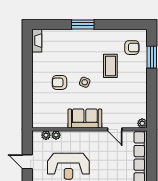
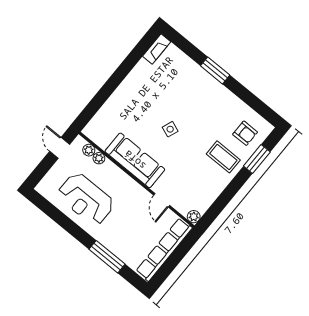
coffee table: (110, 66) -> (223, 157), moved, turned 90
armchair: (59, 82) -> (145, 109), removed
sofa: (85, 119) -> (135, 160), width x1.36
door: (27, 162) -> (60, 148), moved

